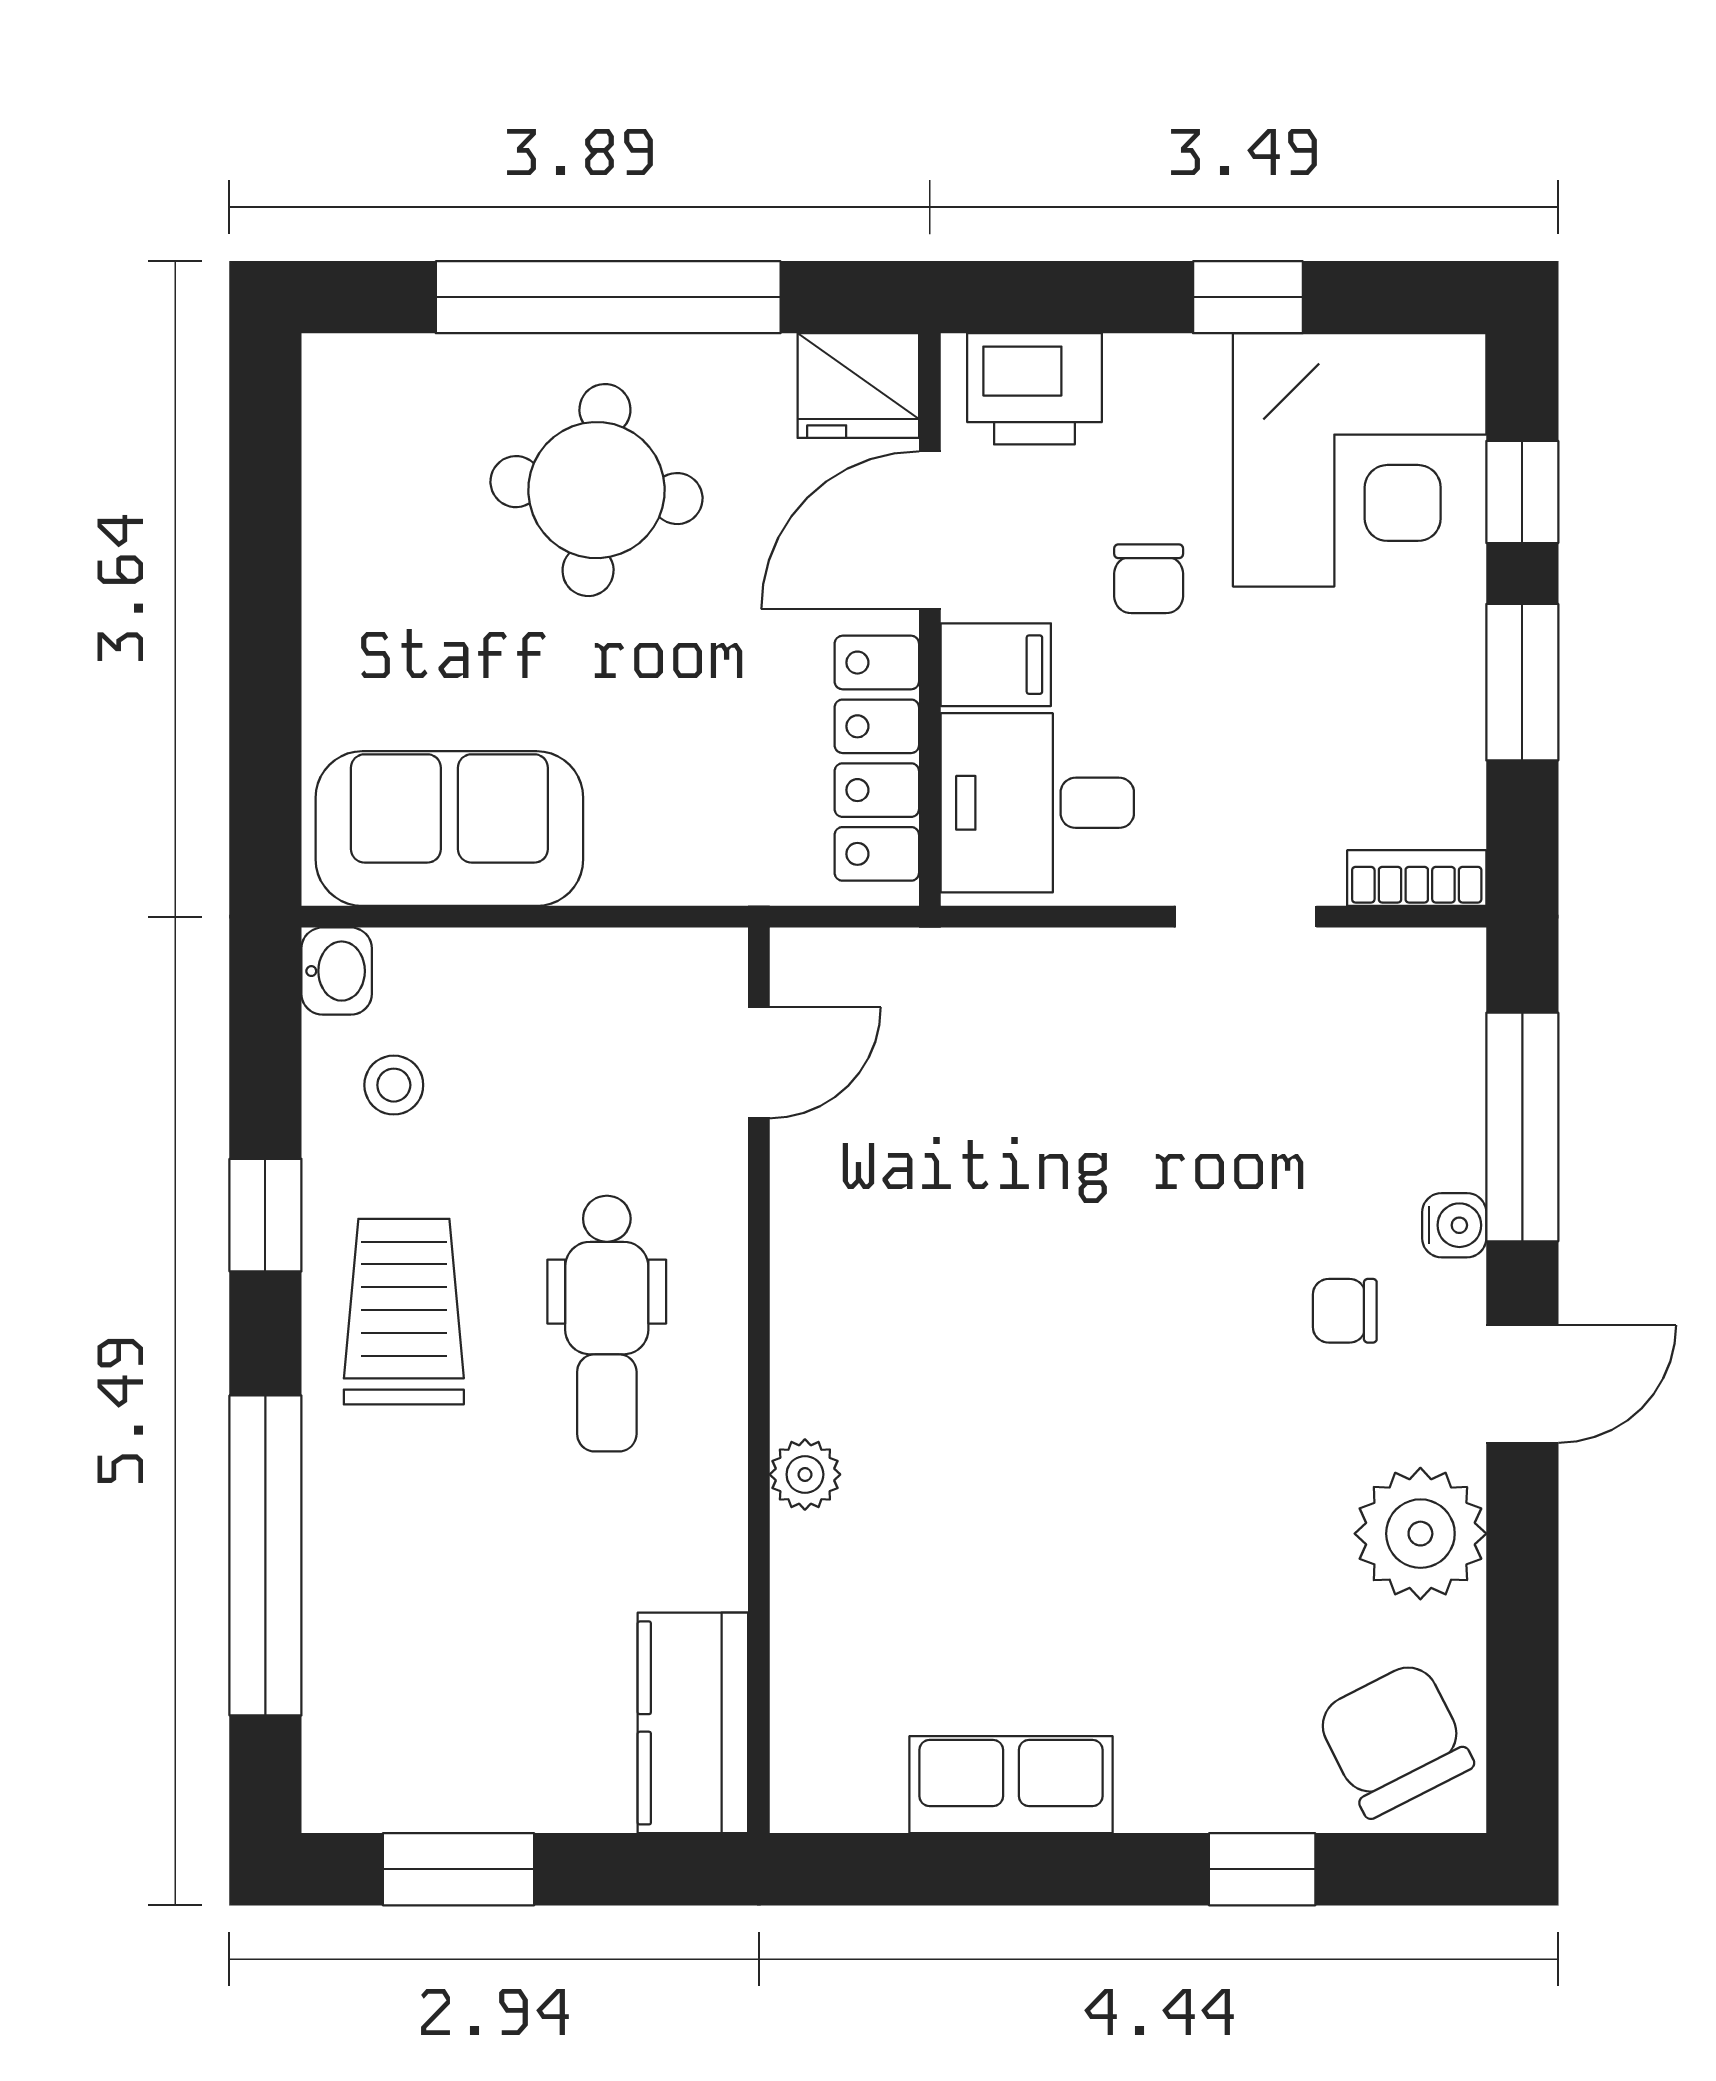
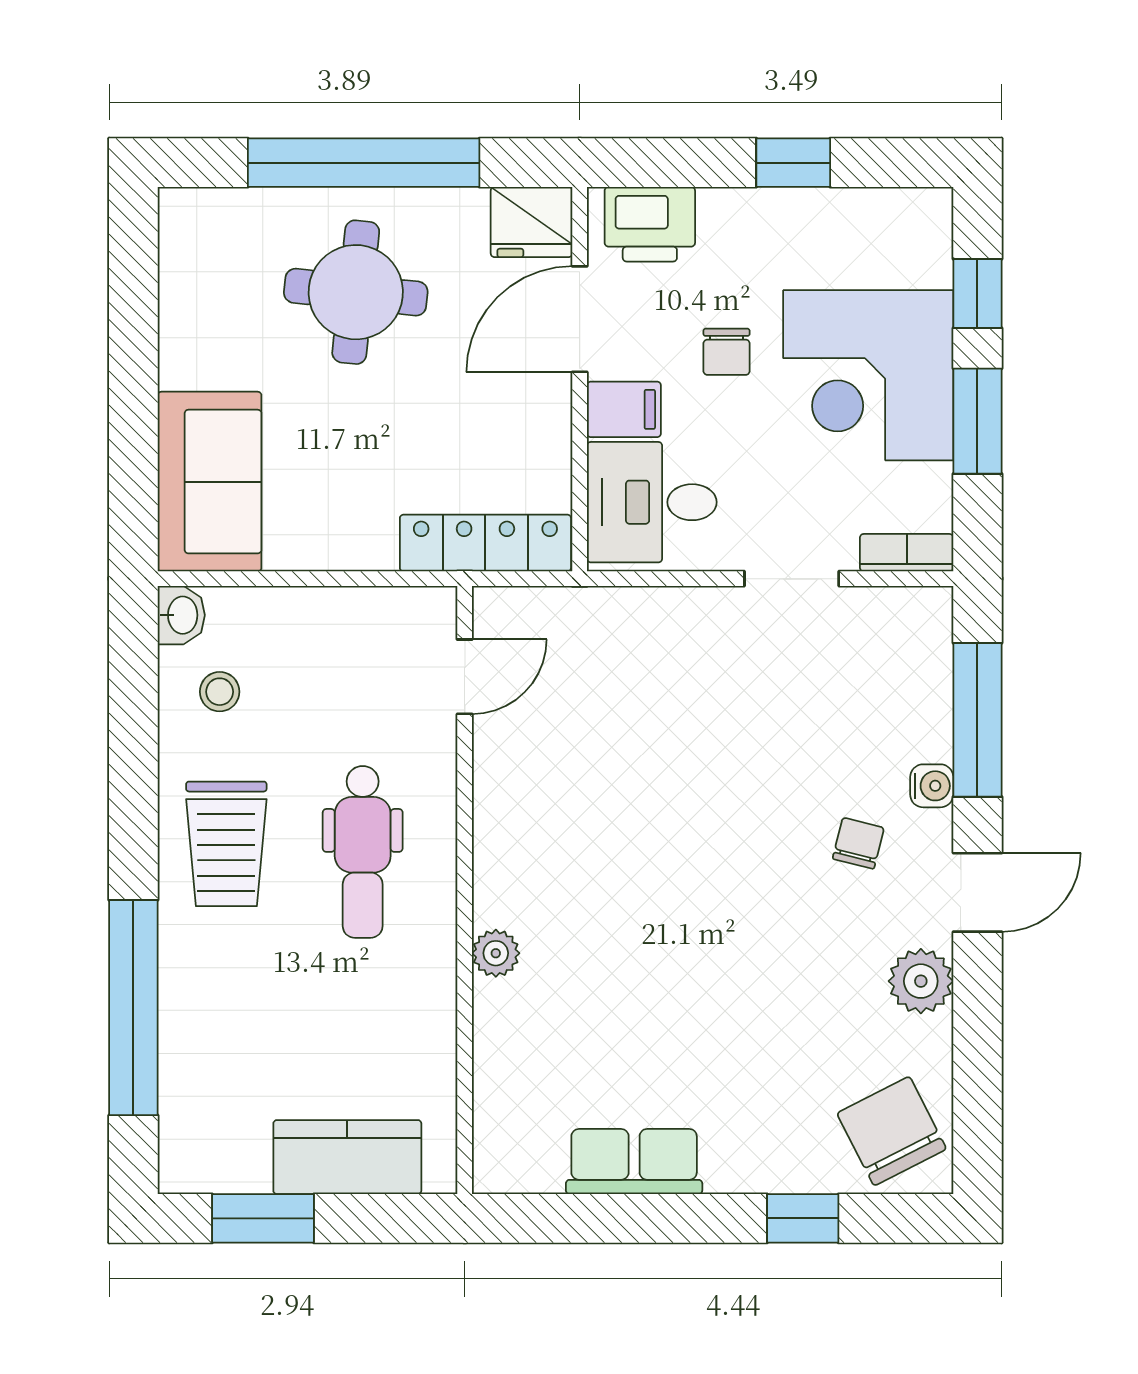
corner desk: (1360, 460) -> (868, 375), moved, turned 90
locker: (877, 758) -> (485, 543), moved, turned 90
sofa: (449, 829) -> (210, 482), moved, turned 90
window: (265, 1215) -> (133, 779), removed
chair: (1345, 1311) -> (858, 843), turned 104
trolley: (404, 1312) -> (226, 844), turned 180
plant: (1420, 1534) -> (921, 981), width x0.73, depth x0.73
kitchen counter: (693, 1723) -> (347, 1157), moved, turned 90

